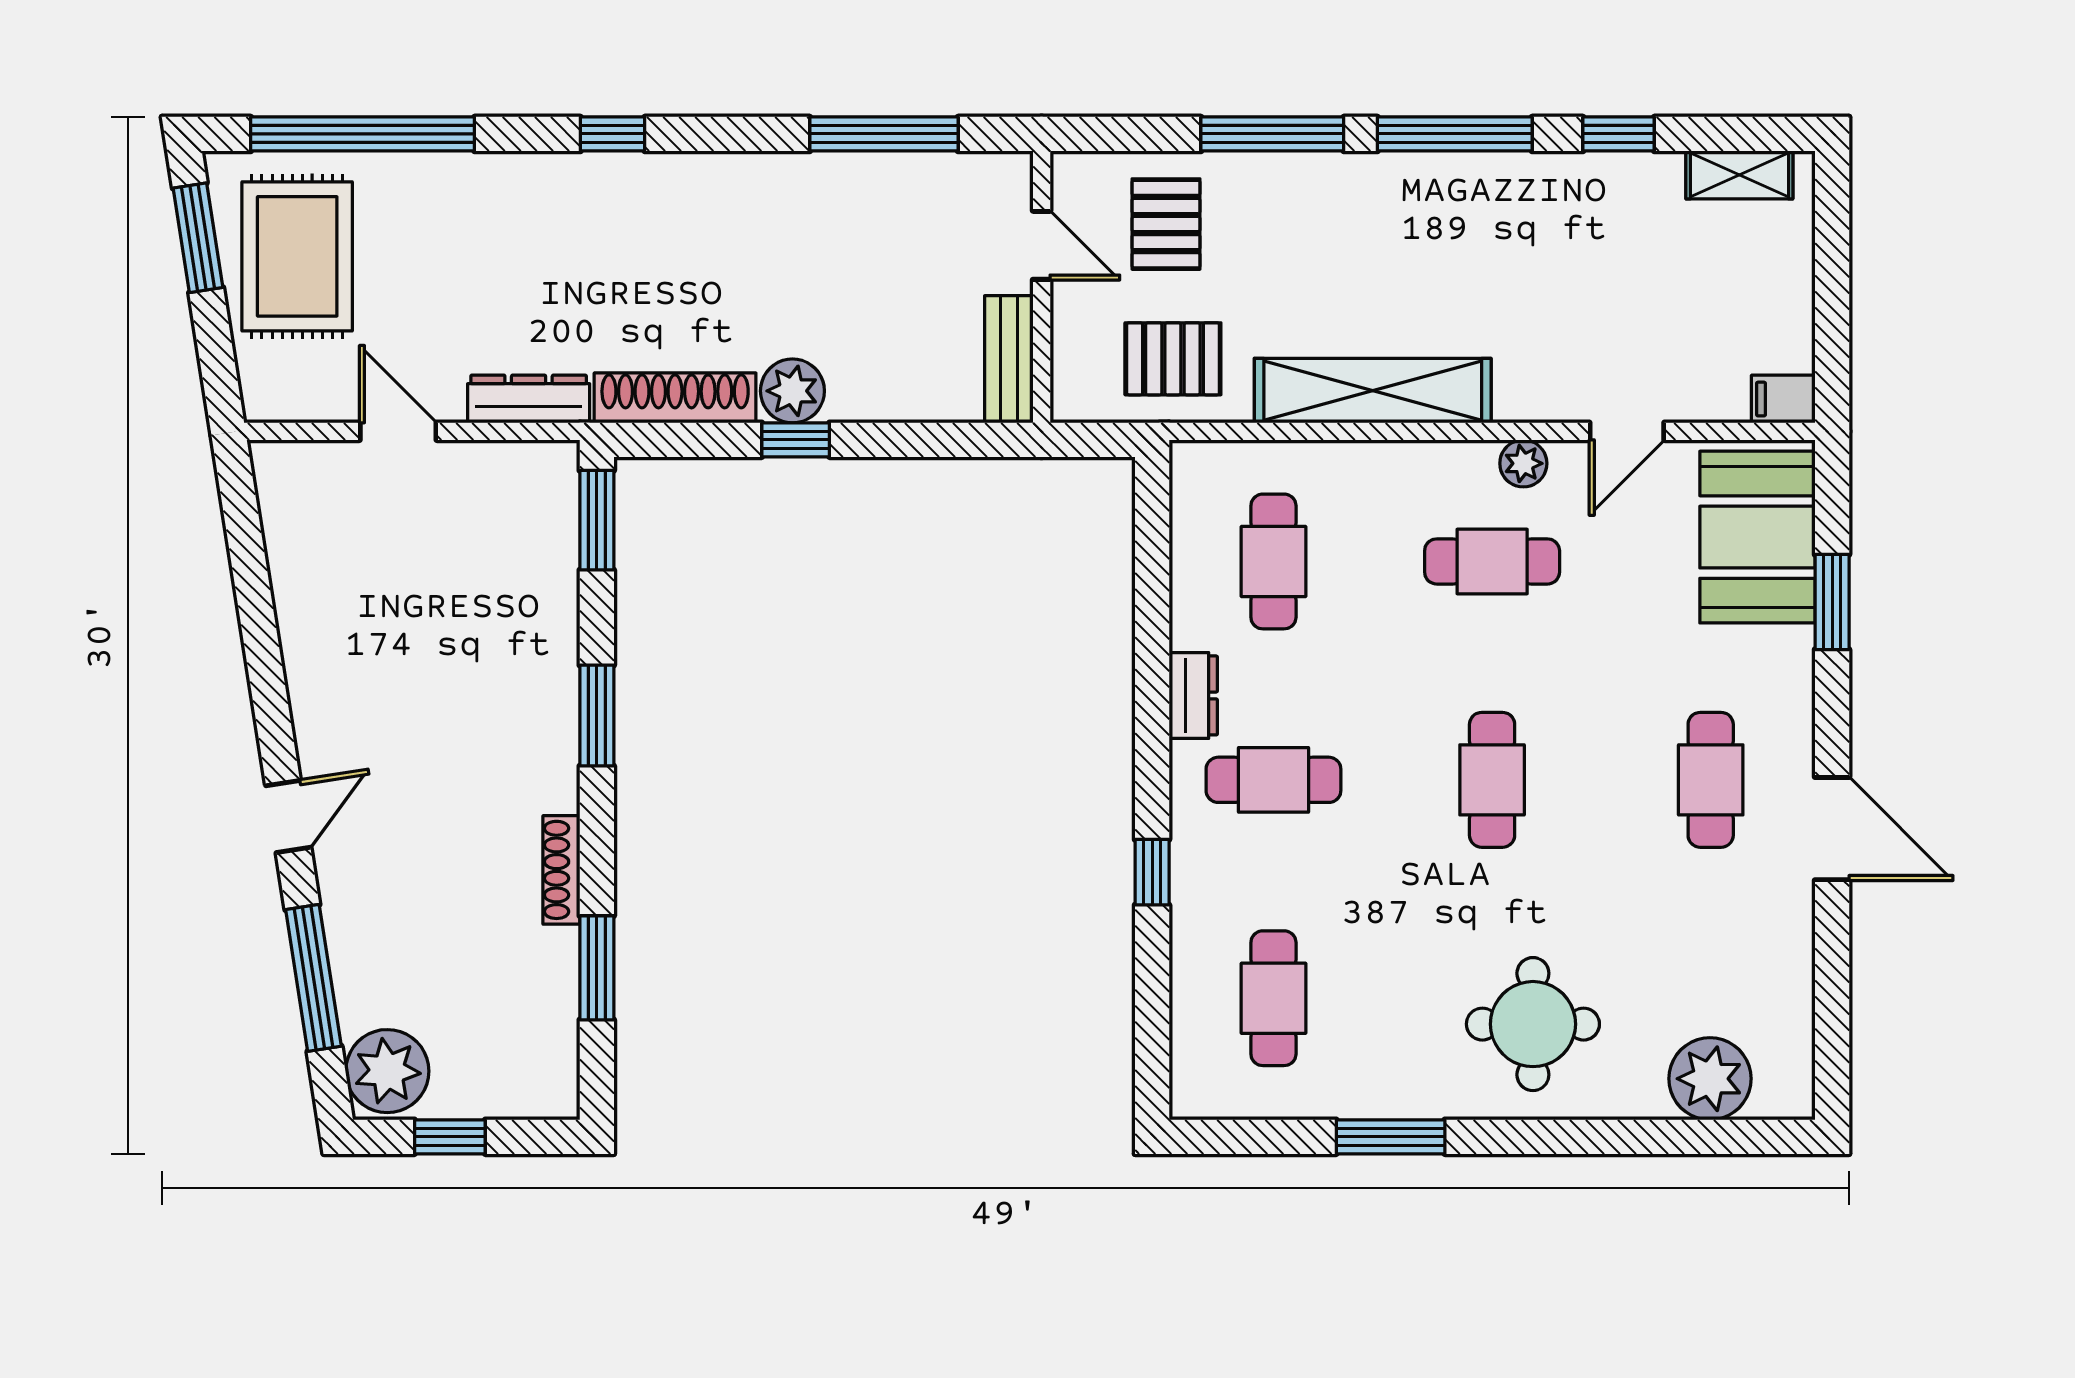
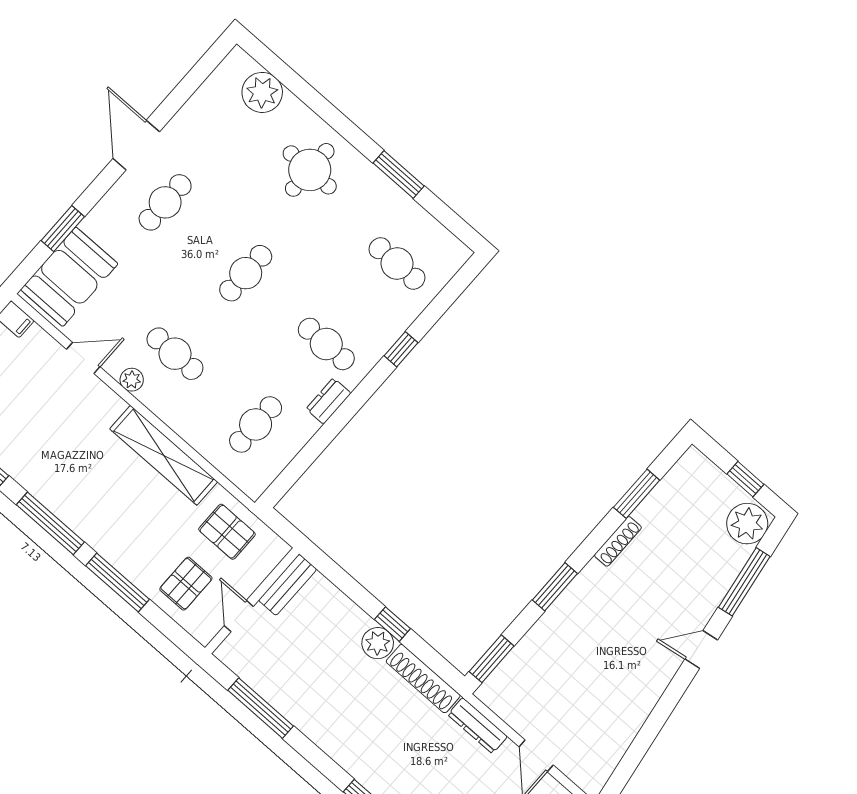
cafe table: (1273, 998) -> (397, 263), turned 90

